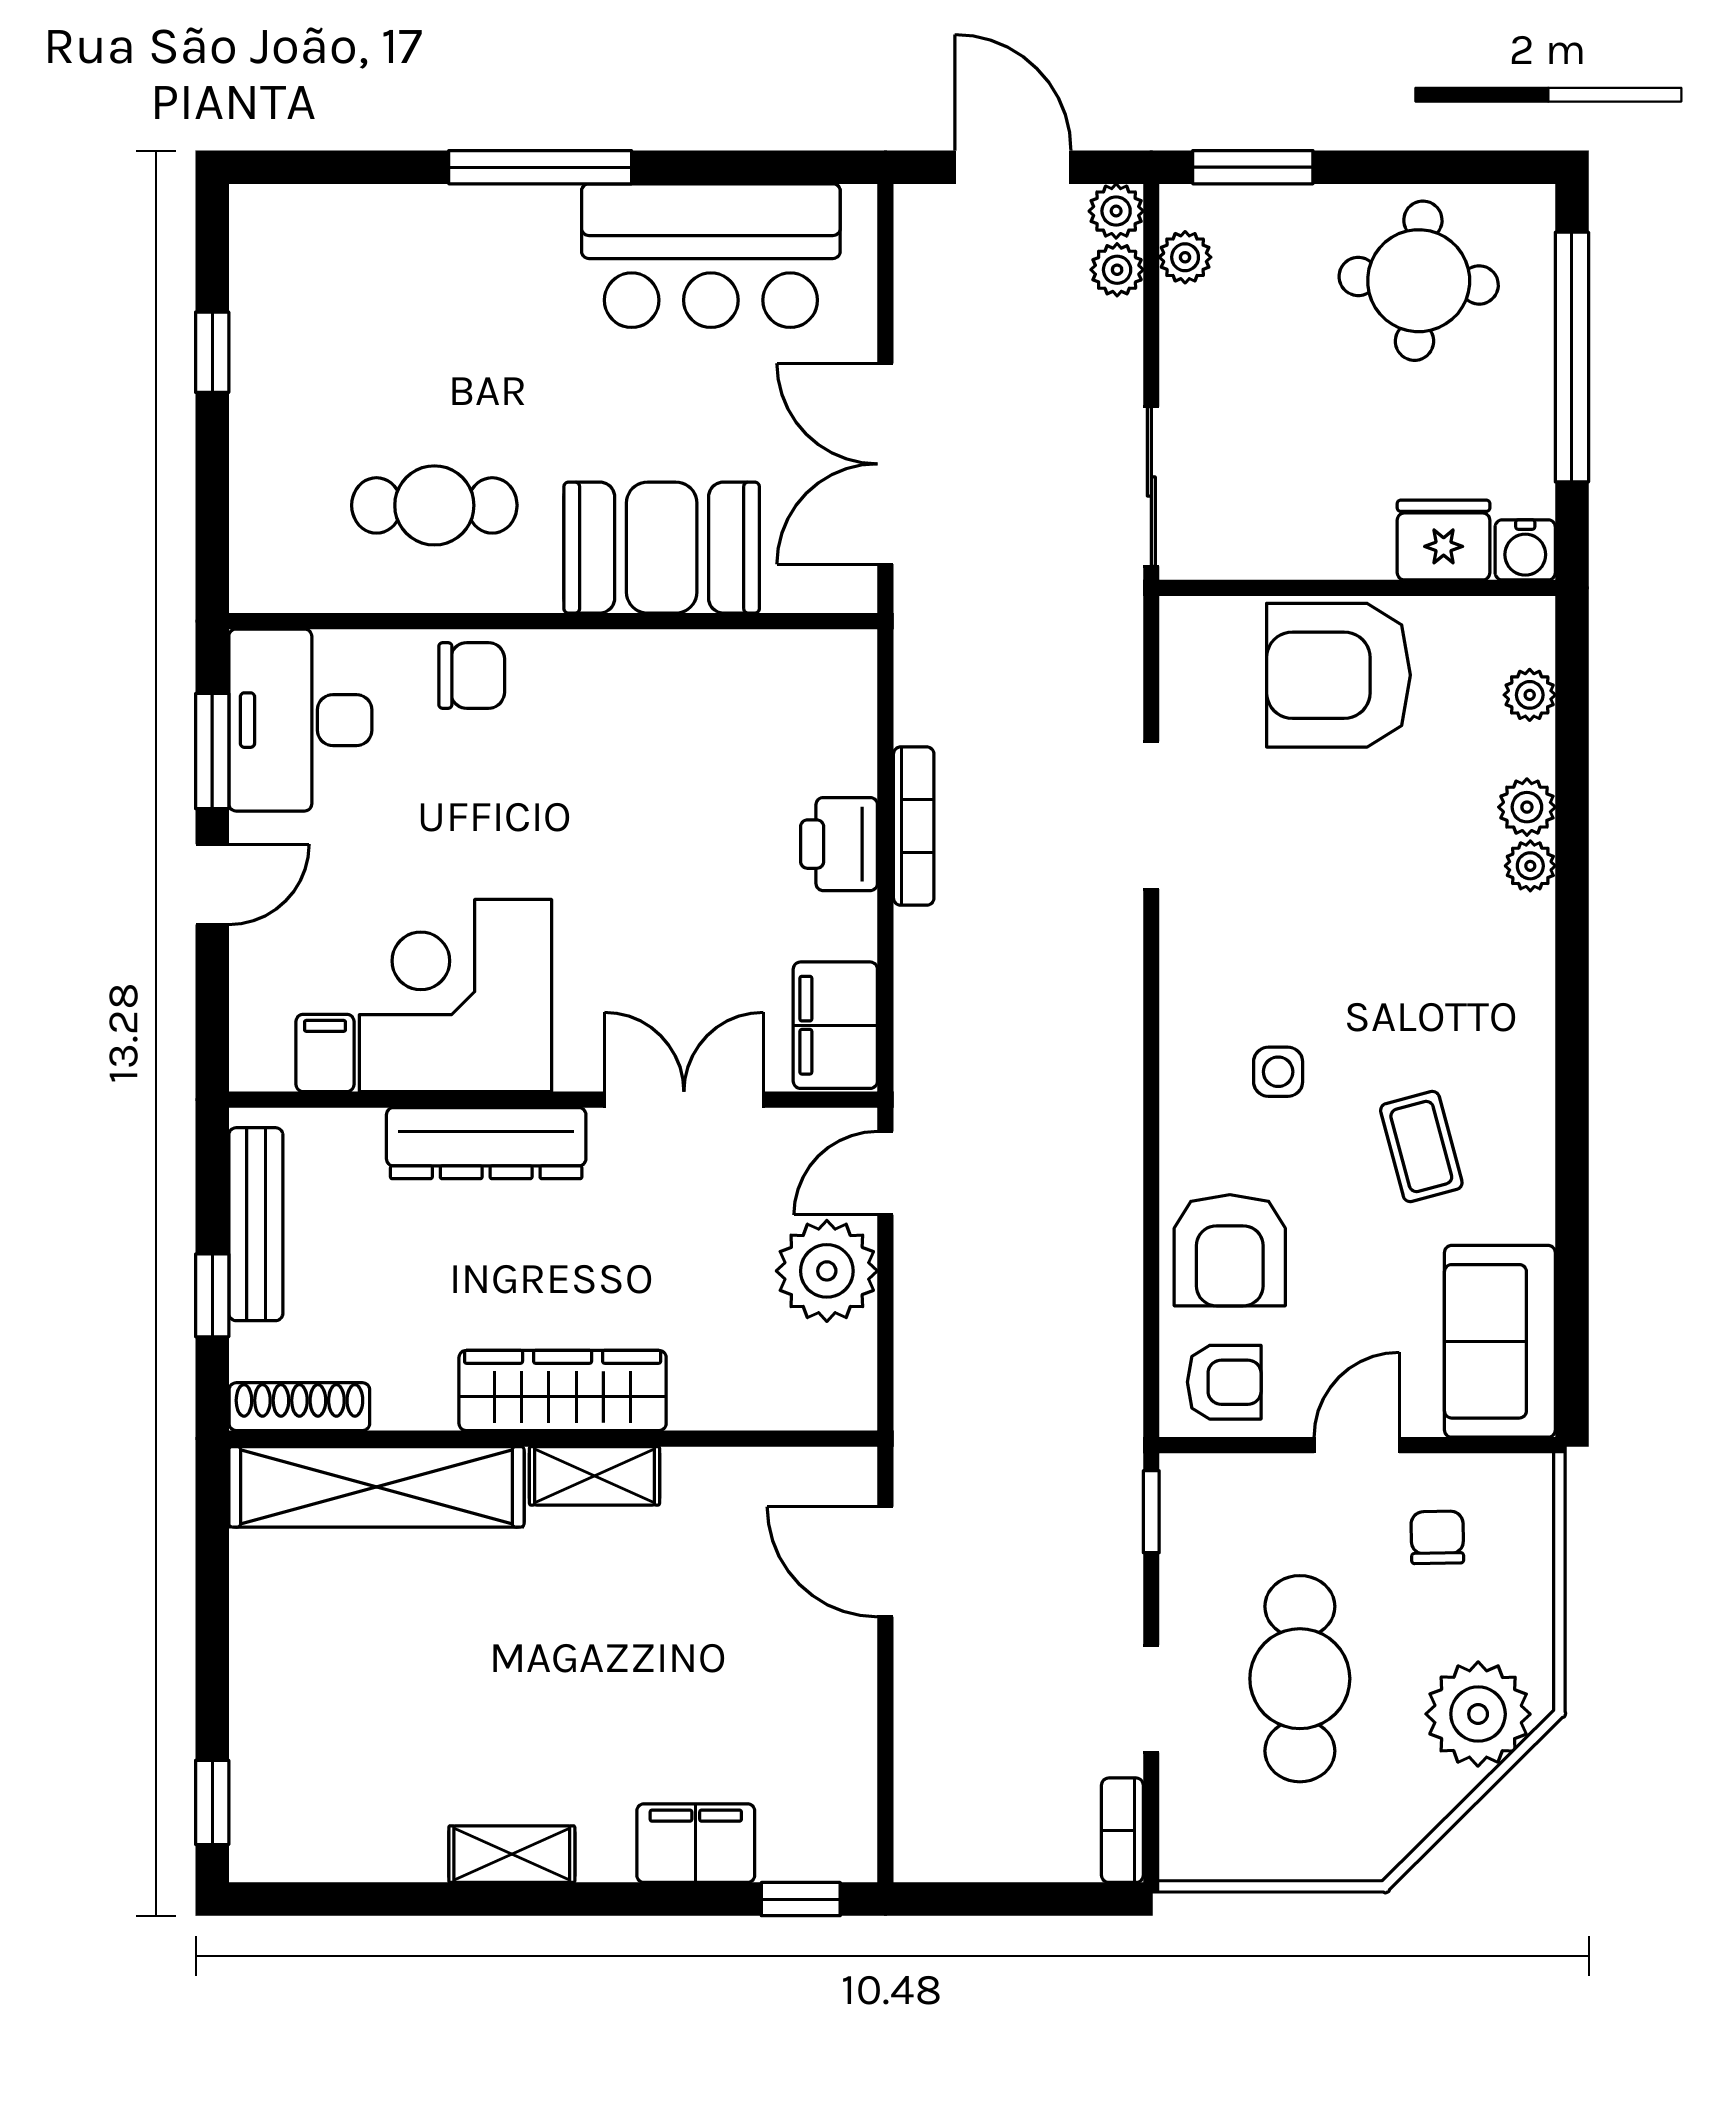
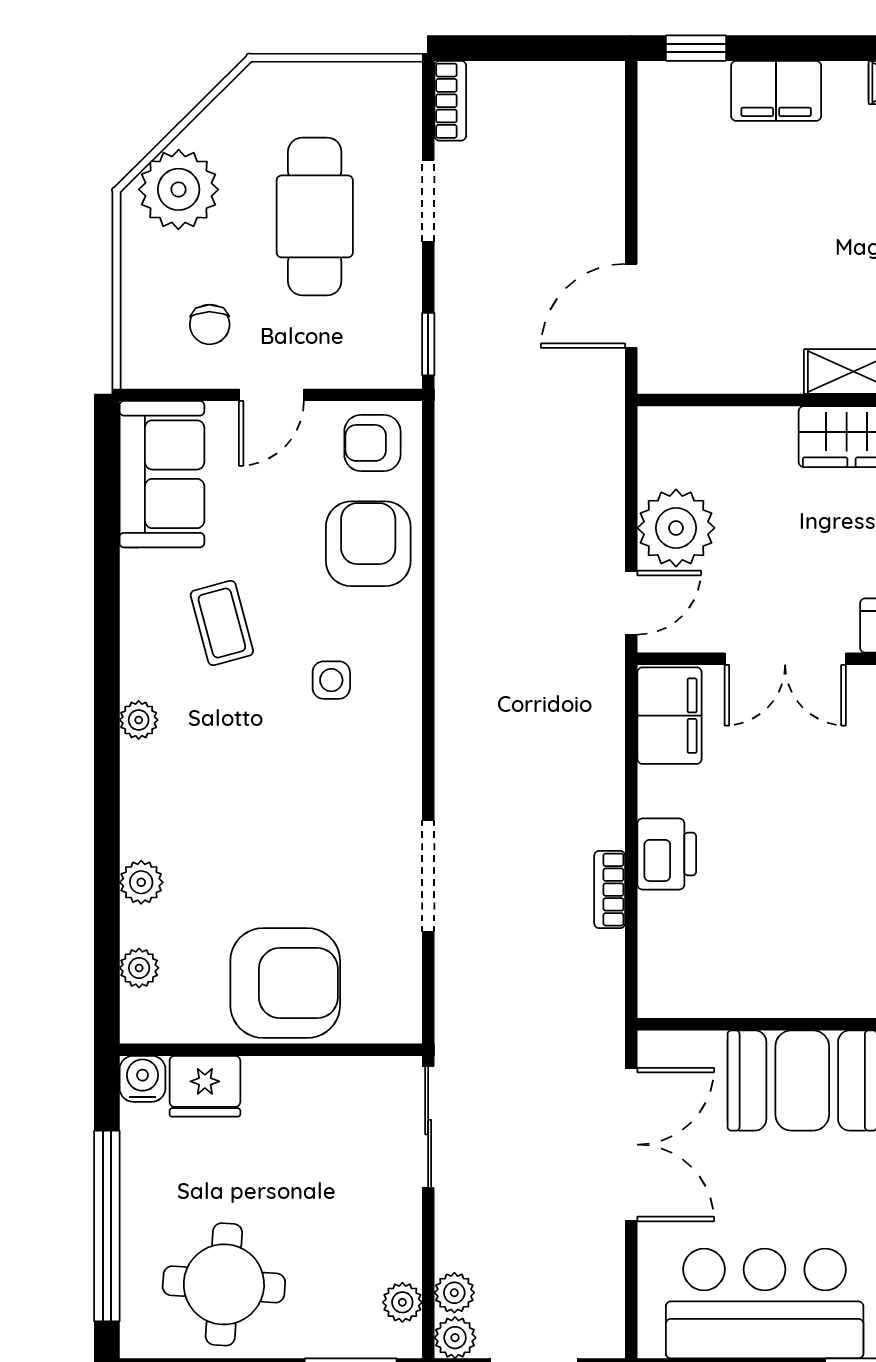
bookcase: (914, 826) -> (610, 890), width x0.64
plant: (1530, 866) -> (139, 720), moved
door: (885, 1562) -> (631, 306), swing flipped

